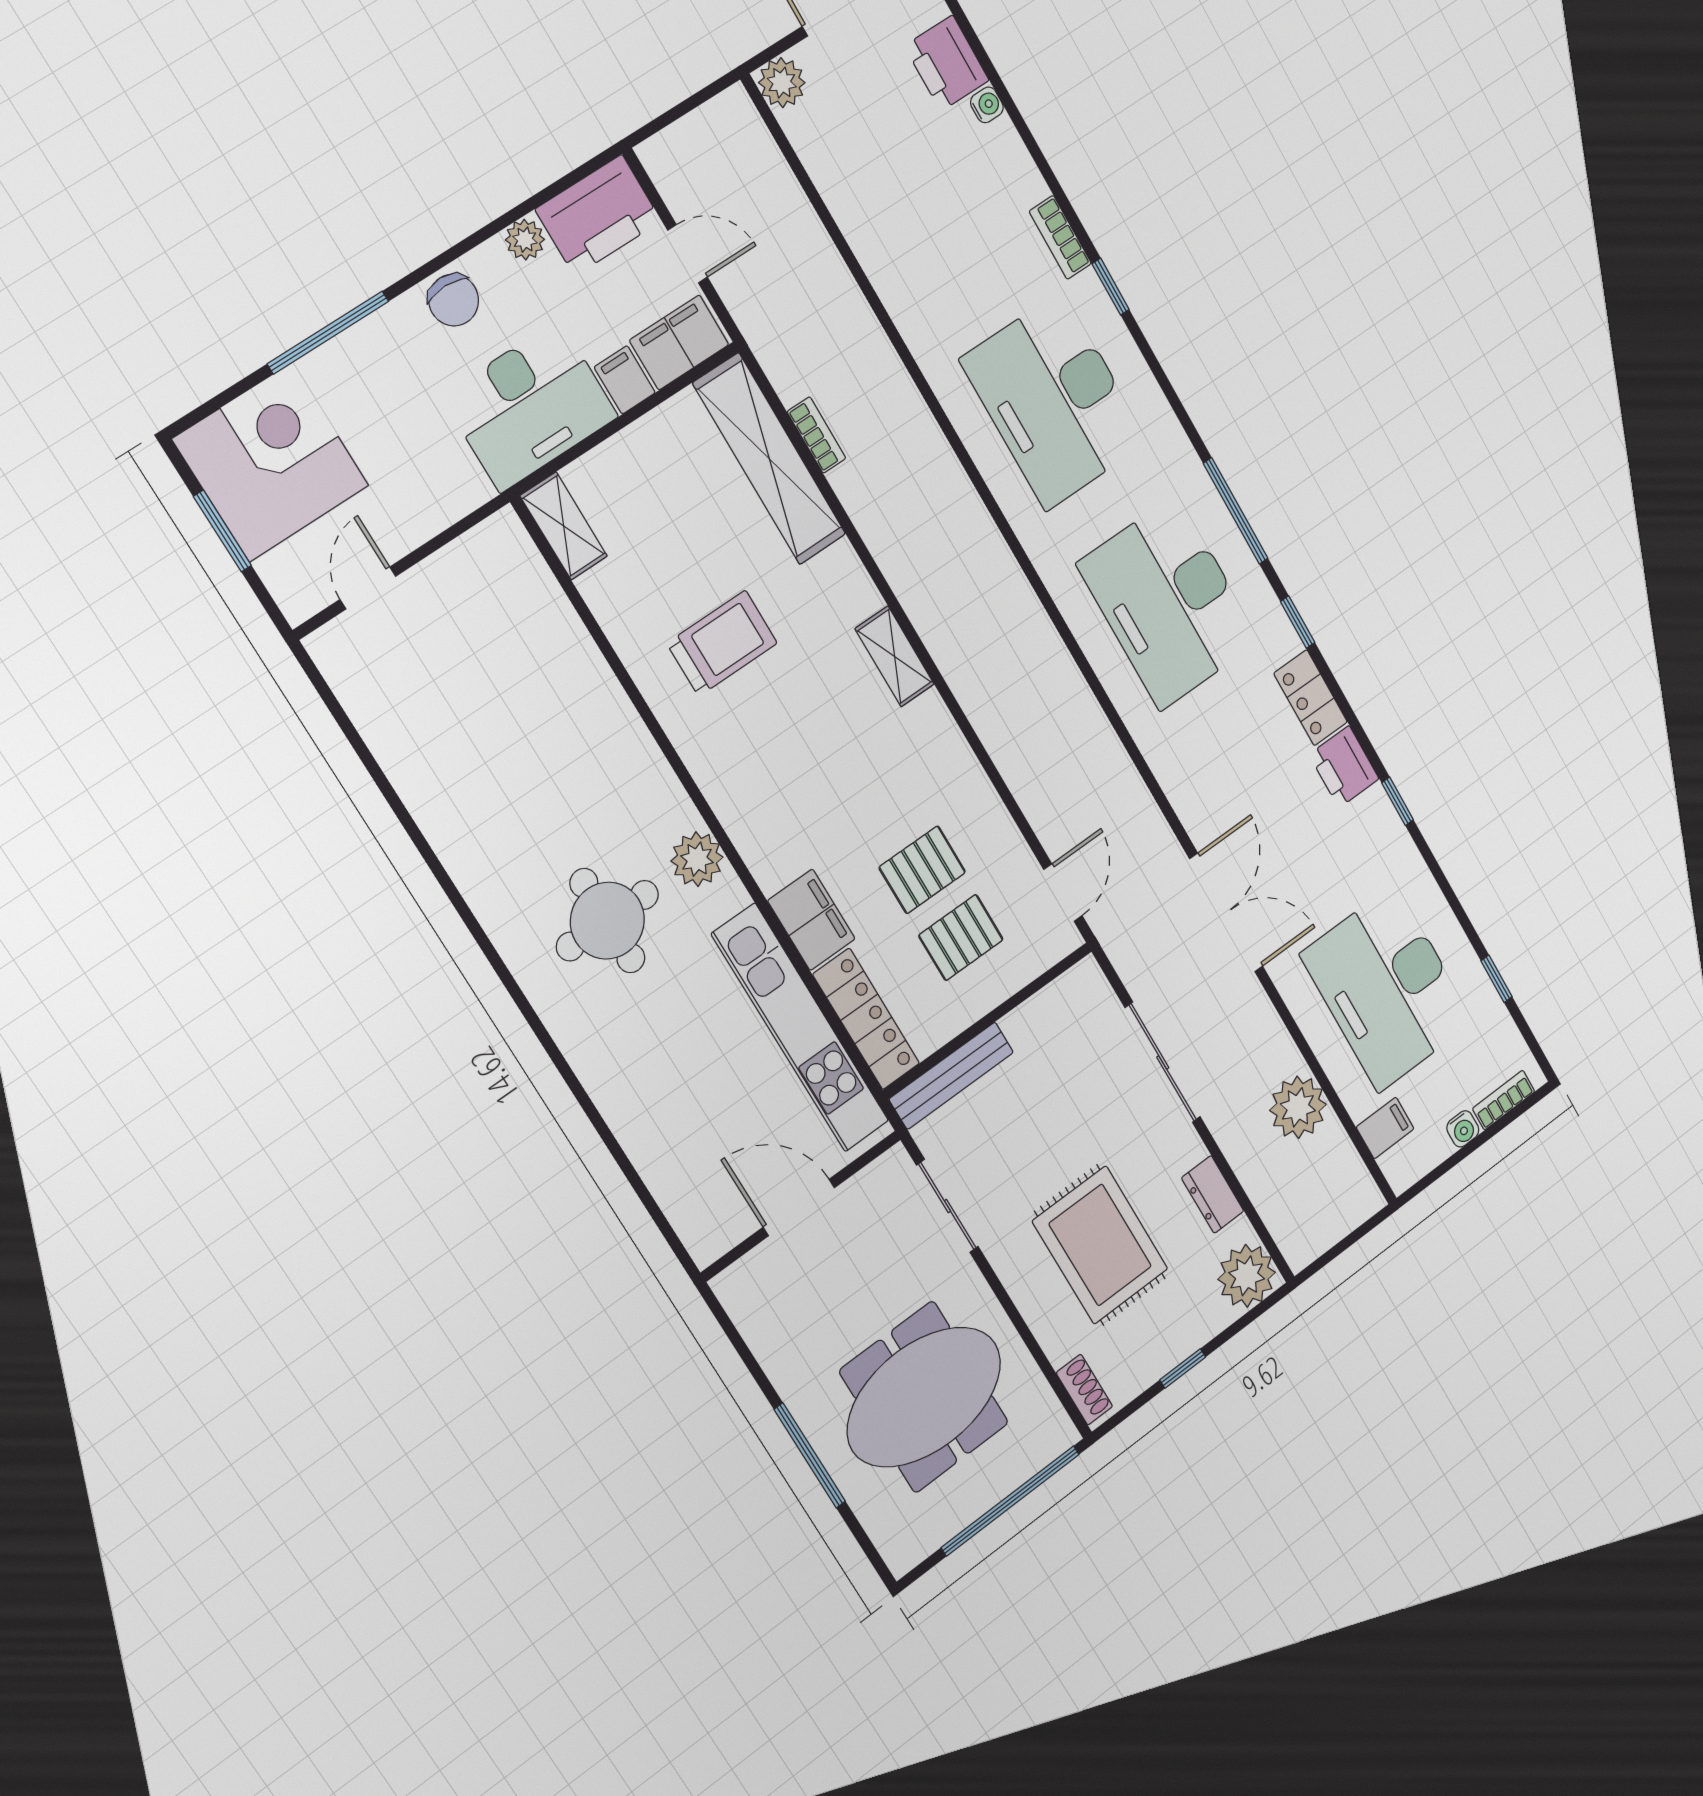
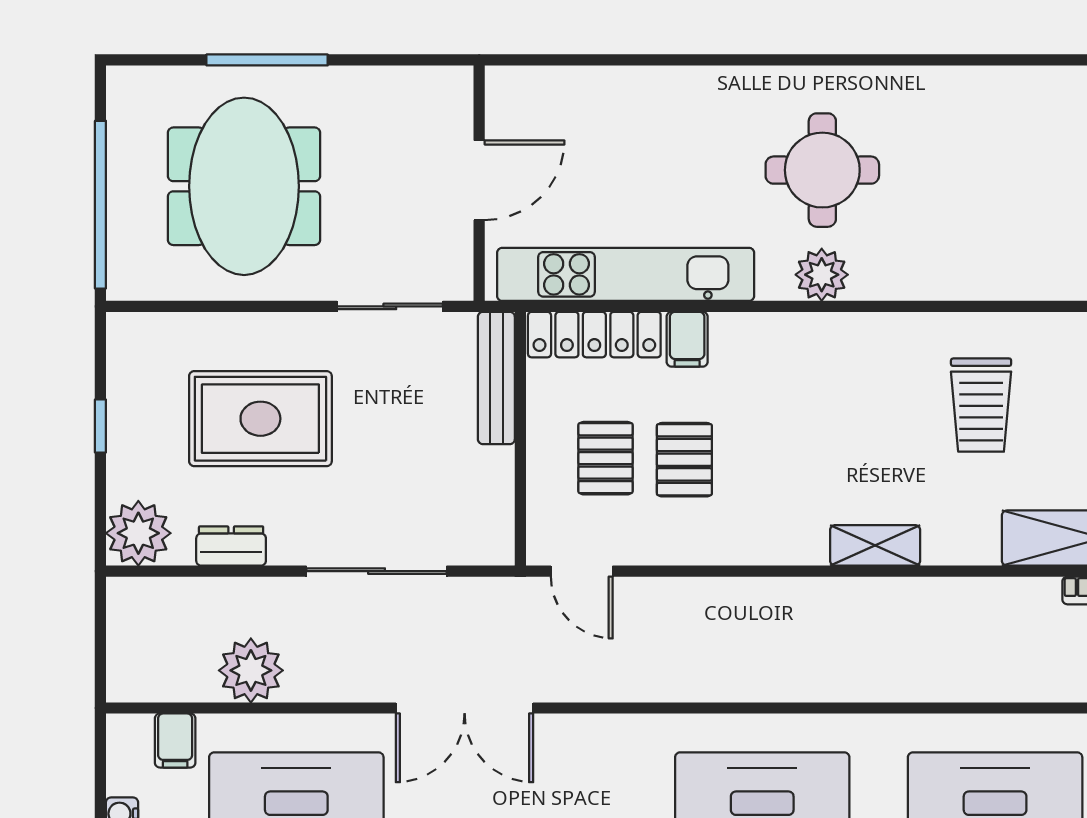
filing cabinet: (811, 920) -> (687, 339), width x0.50
shoe rack: (1084, 1390) -> (147, 328), removed

